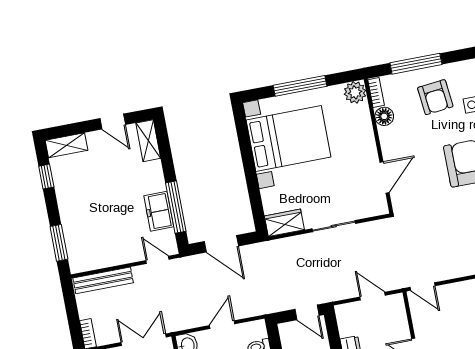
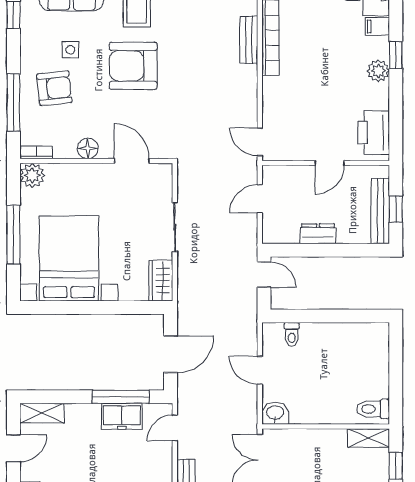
floor lamp: (384, 116) -> (88, 148), moved
door: (423, 286) -> (260, 142), swing flipped
door: (307, 312) -> (264, 274), hinge flipped

